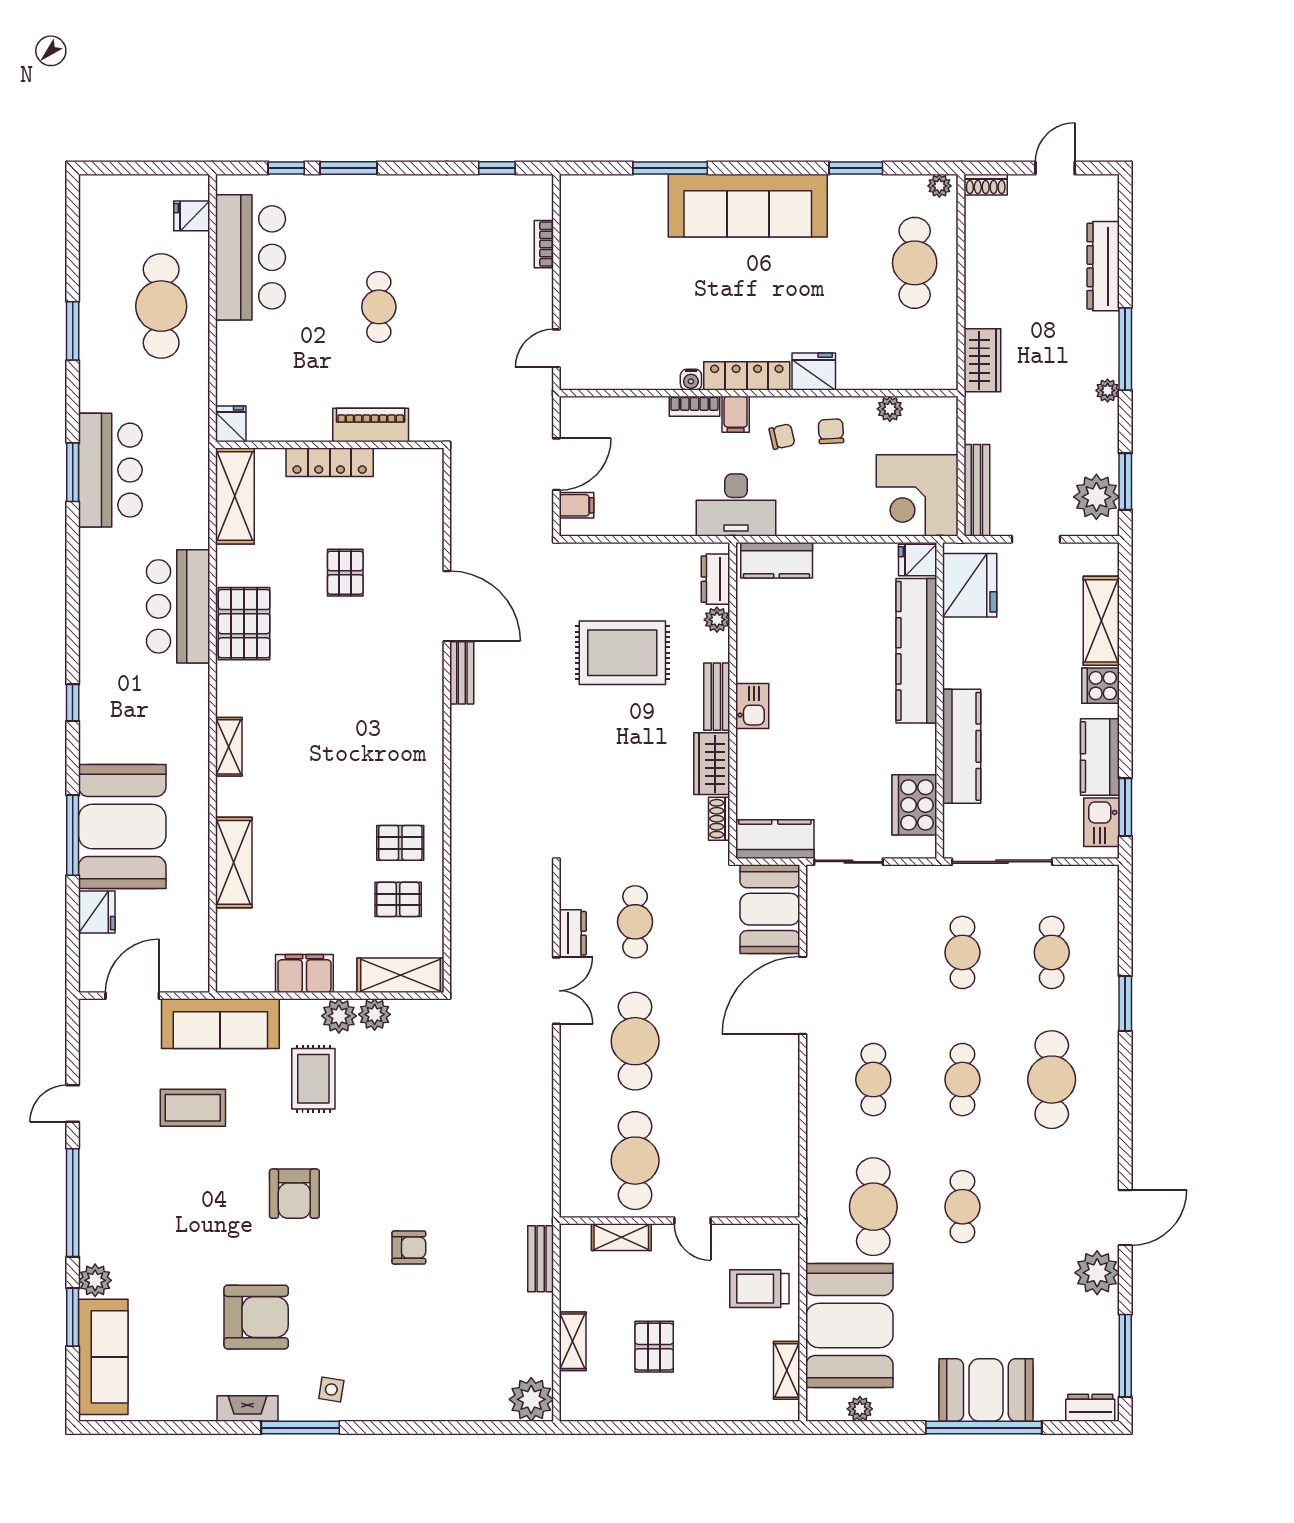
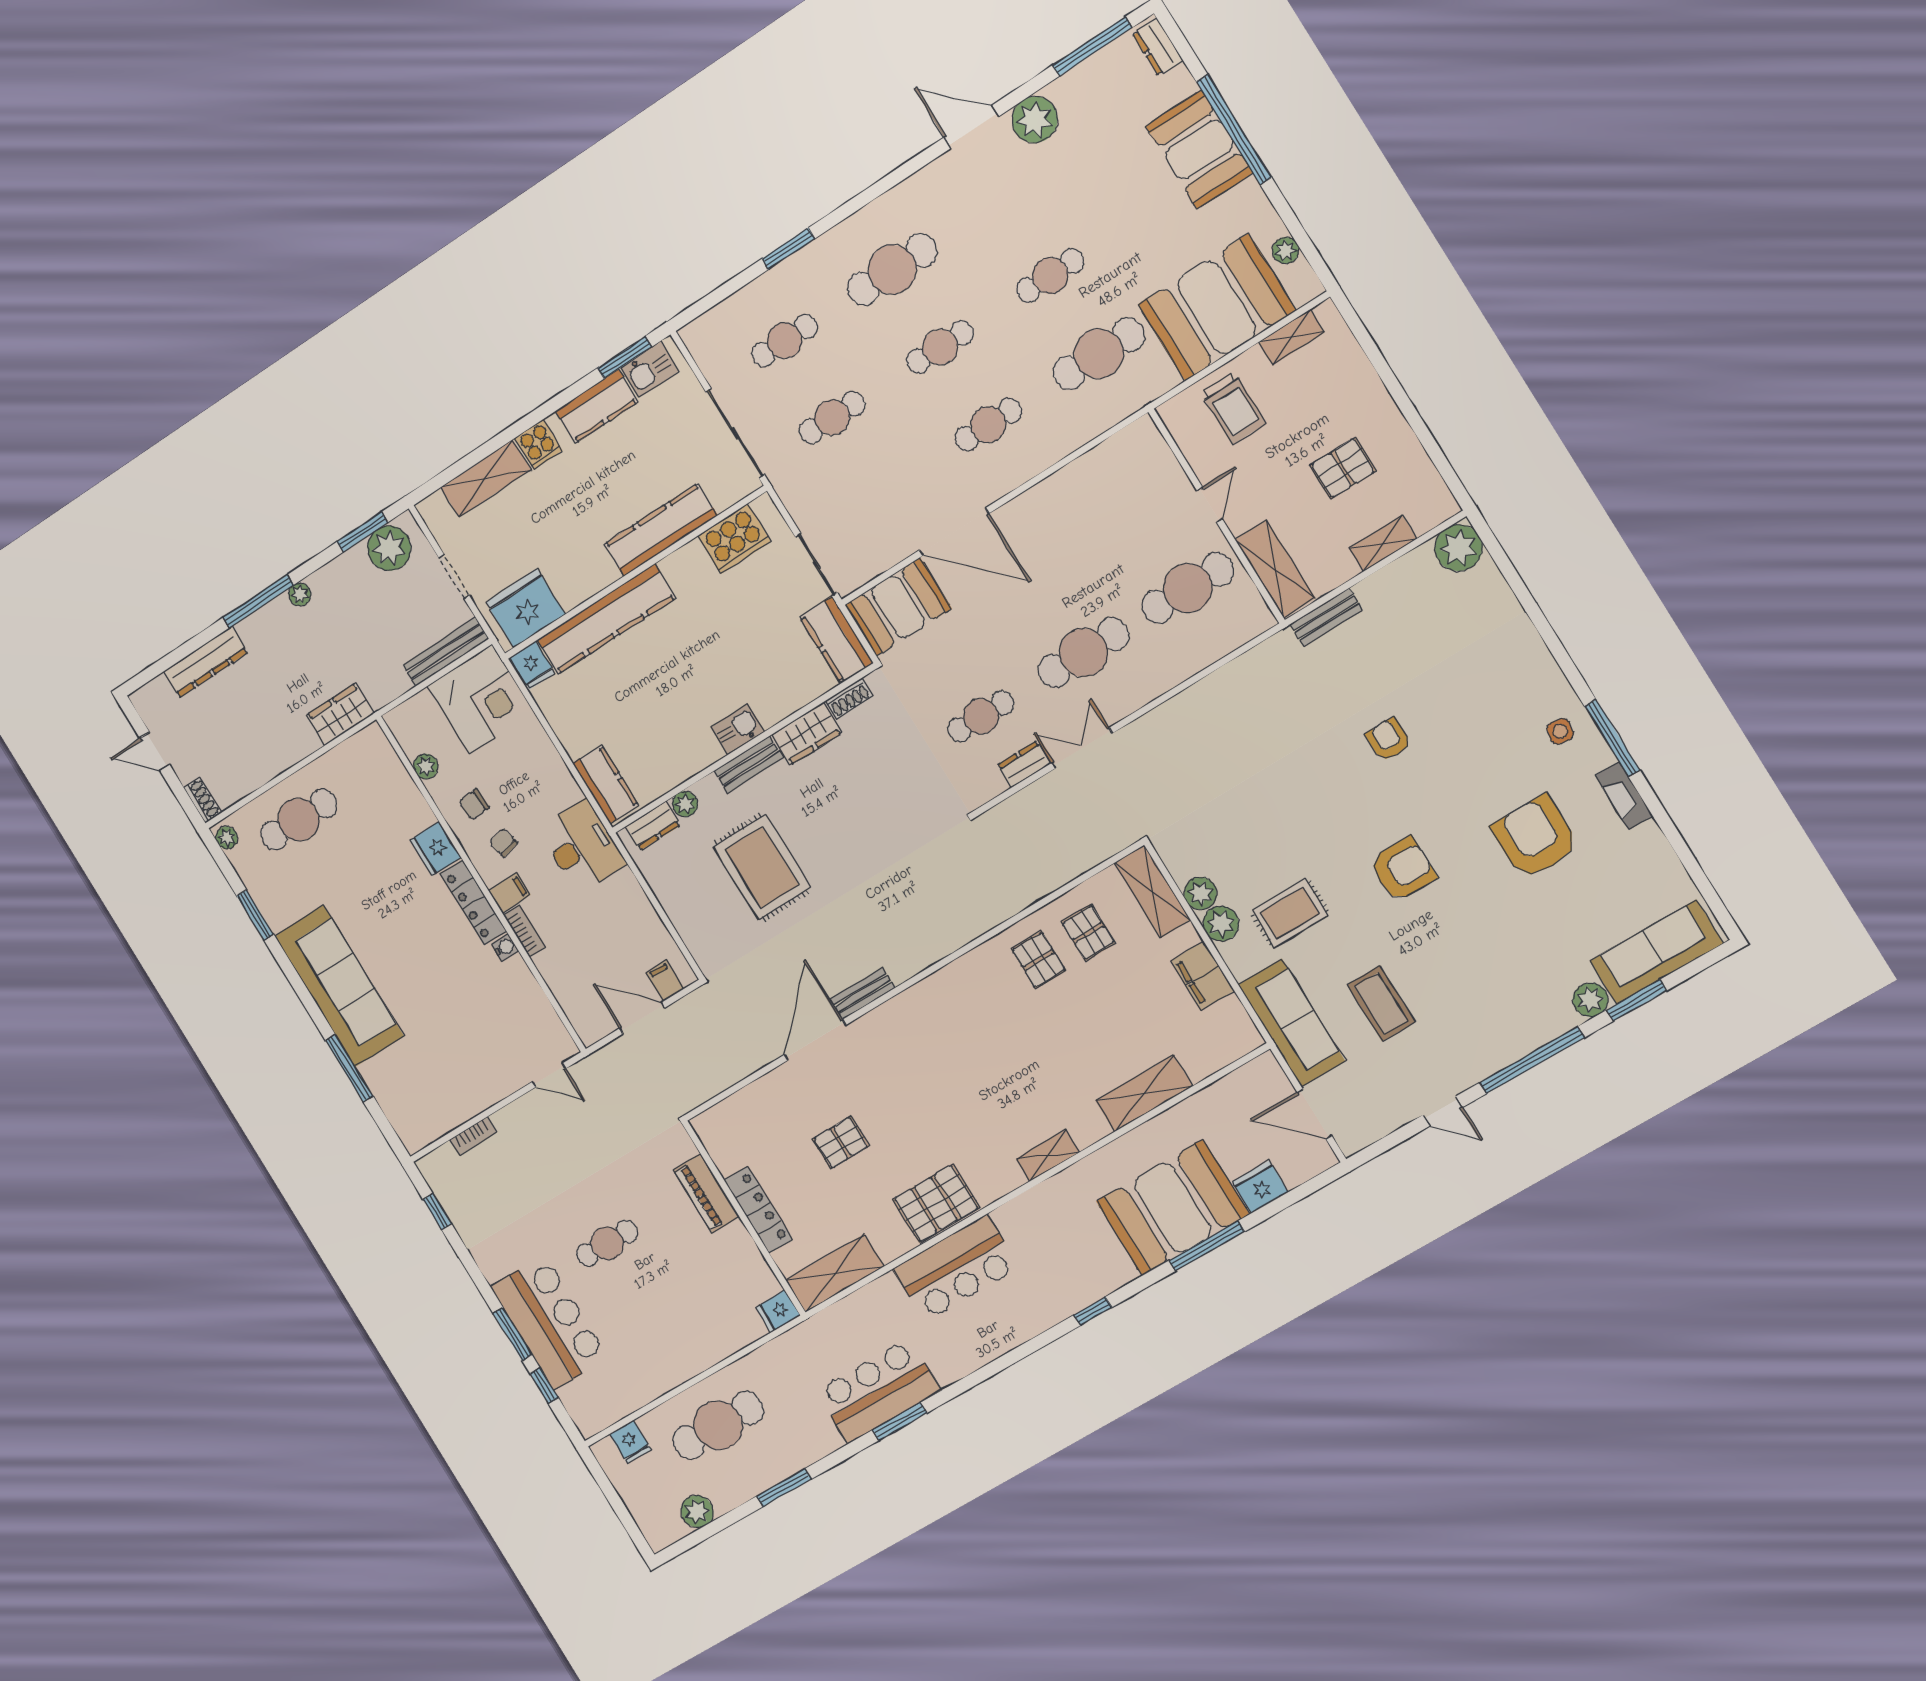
plant: (96, 238) -> (697, 1511), added
bar counter: (250, 257) -> (549, 1322), moved, turned 90
shelving: (621, 1237) -> (1275, 569), width x1.50, depth x1.33

